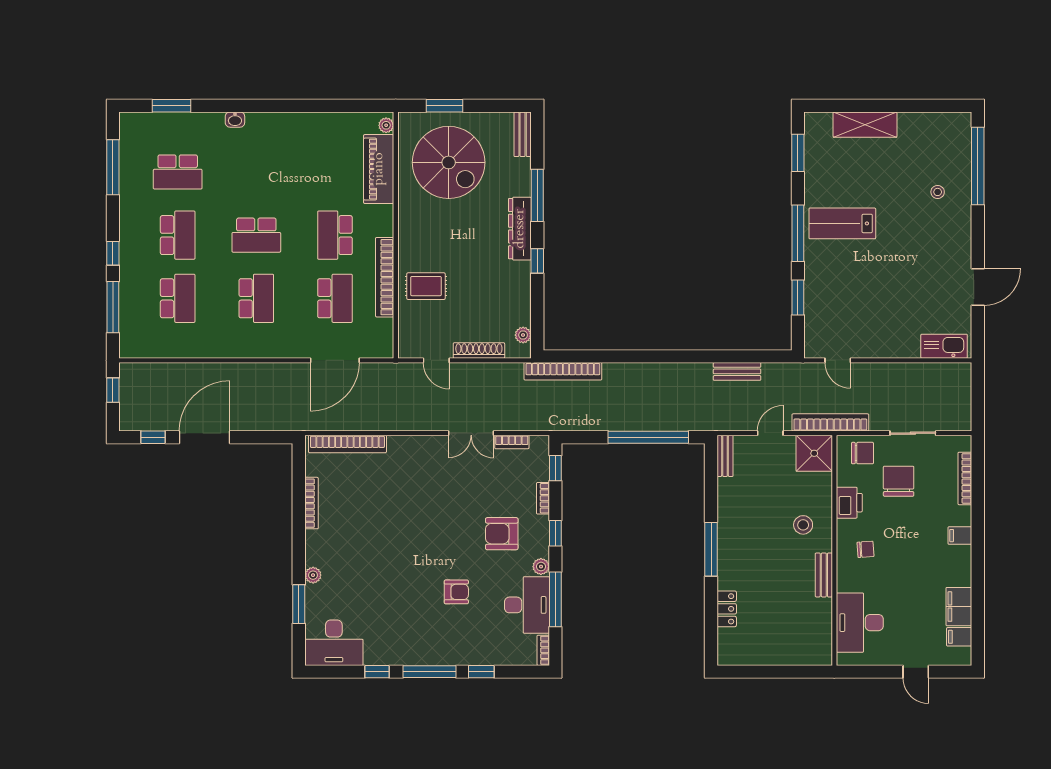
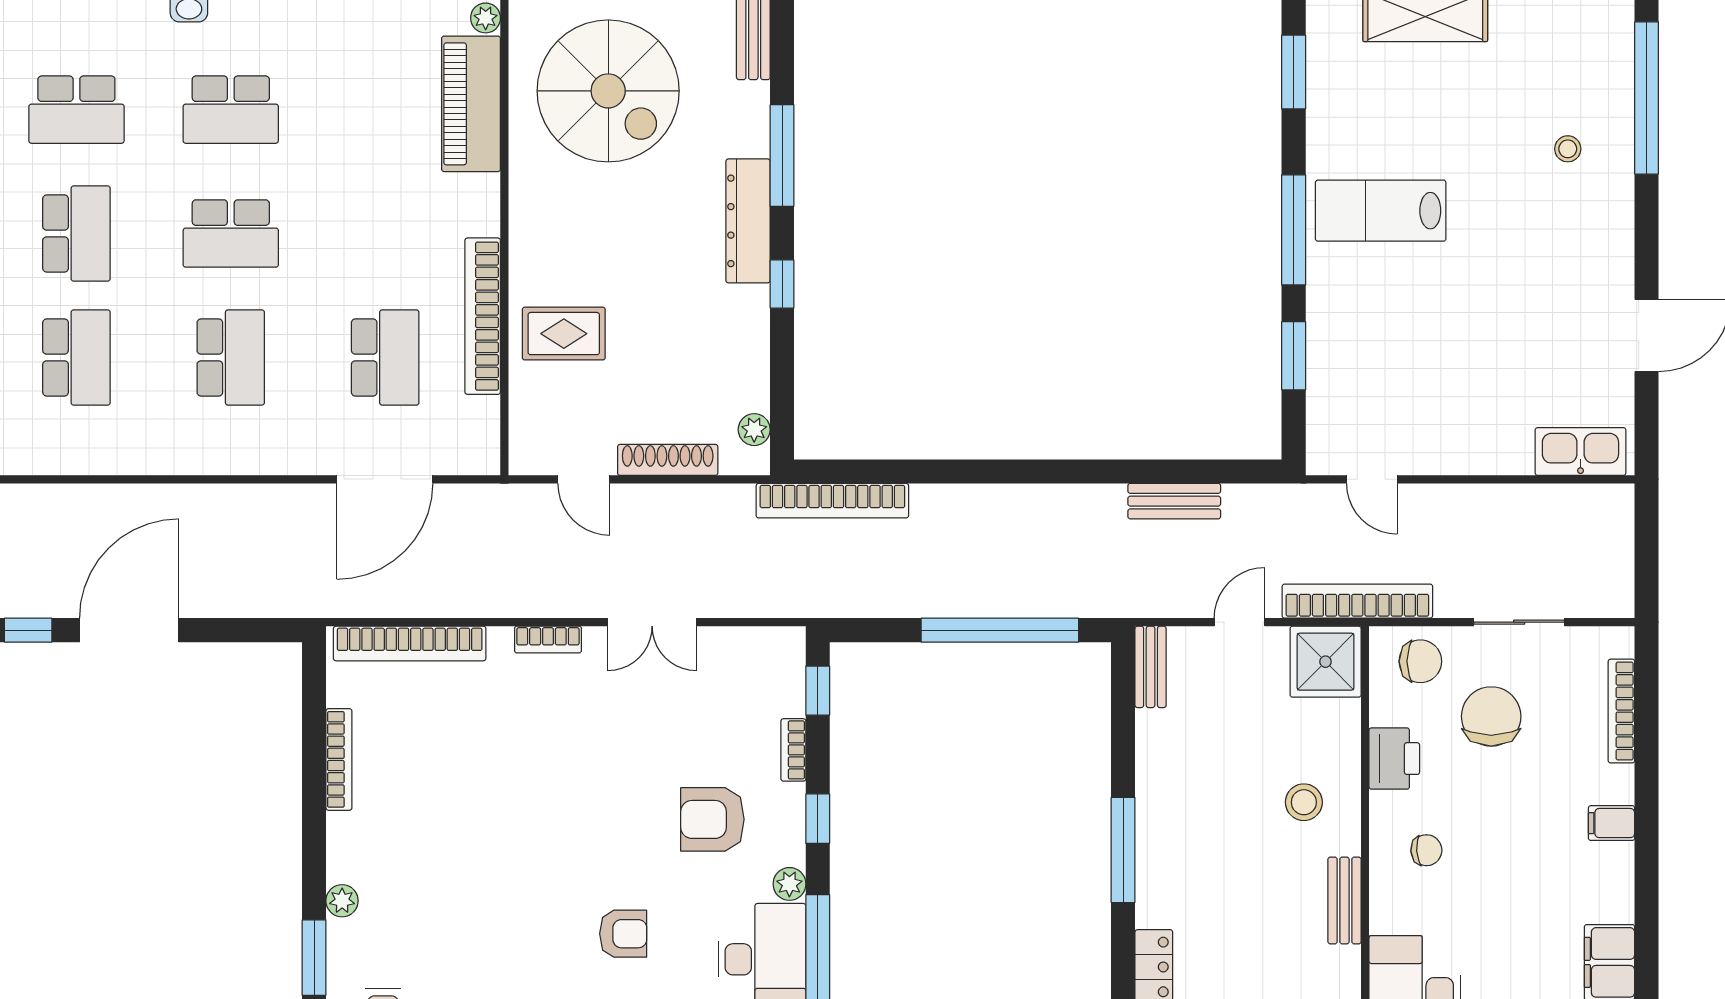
school desk: (335, 235) -> (231, 110), moved, turned -90
bookcase: (512, 442) -> (548, 640), moved

